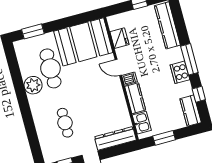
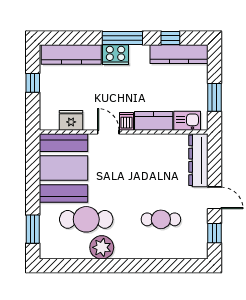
door: (118, 67) -> (108, 132), swing flipped
cooker: (180, 72) -> (115, 55), moved
kitchen counter: (191, 111) -> (179, 54), width x1.50

